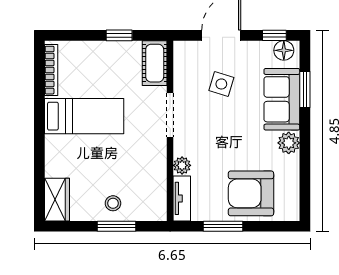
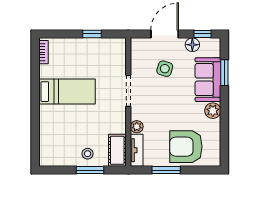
floor lamp: (284, 50) -> (192, 45), moved
cot: (155, 63) -> (117, 150), moved
bookcase: (51, 70) -> (43, 52), width x0.64
wardrobe: (57, 200) -> (48, 151), removed

